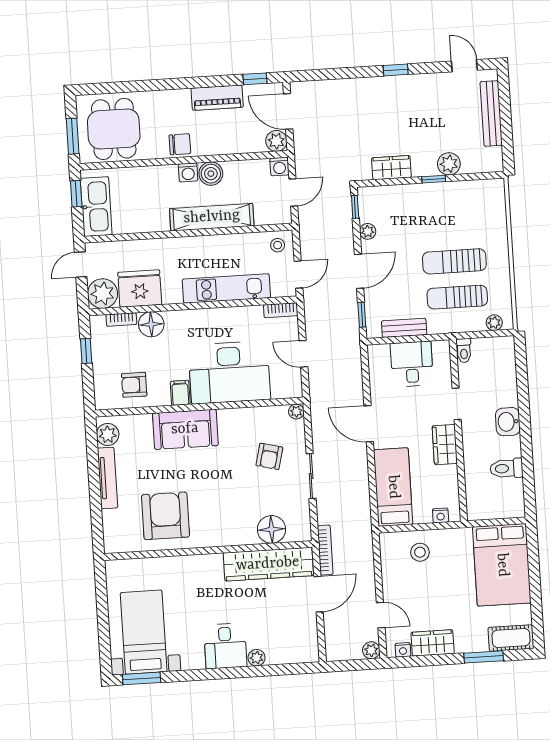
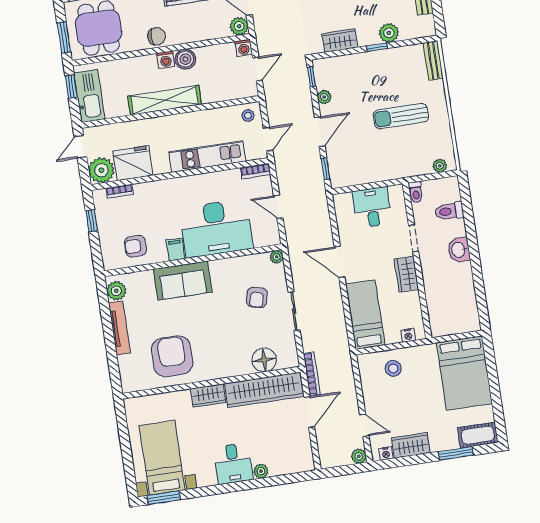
shelving: (212, 217) -> (165, 100), moved
sun lounger: (457, 297) -> (406, 147), removed
floor lamp: (151, 324) -> (145, 193), removed
bench: (404, 328) -> (433, 61), moved, turned 90
toilet: (506, 468) -> (449, 211), moved
wardrobe: (203, 565) -> (208, 396), added

